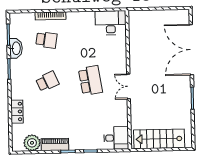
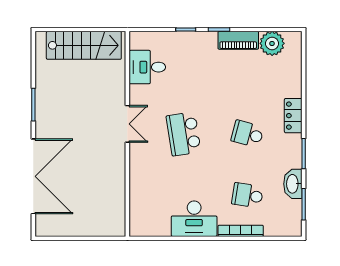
desk: (111, 23) -> (194, 219), moved
school desk: (47, 81) -> (247, 134), turned 39
locker: (17, 112) -> (293, 116), moved
desk: (116, 138) -> (147, 67), moved

